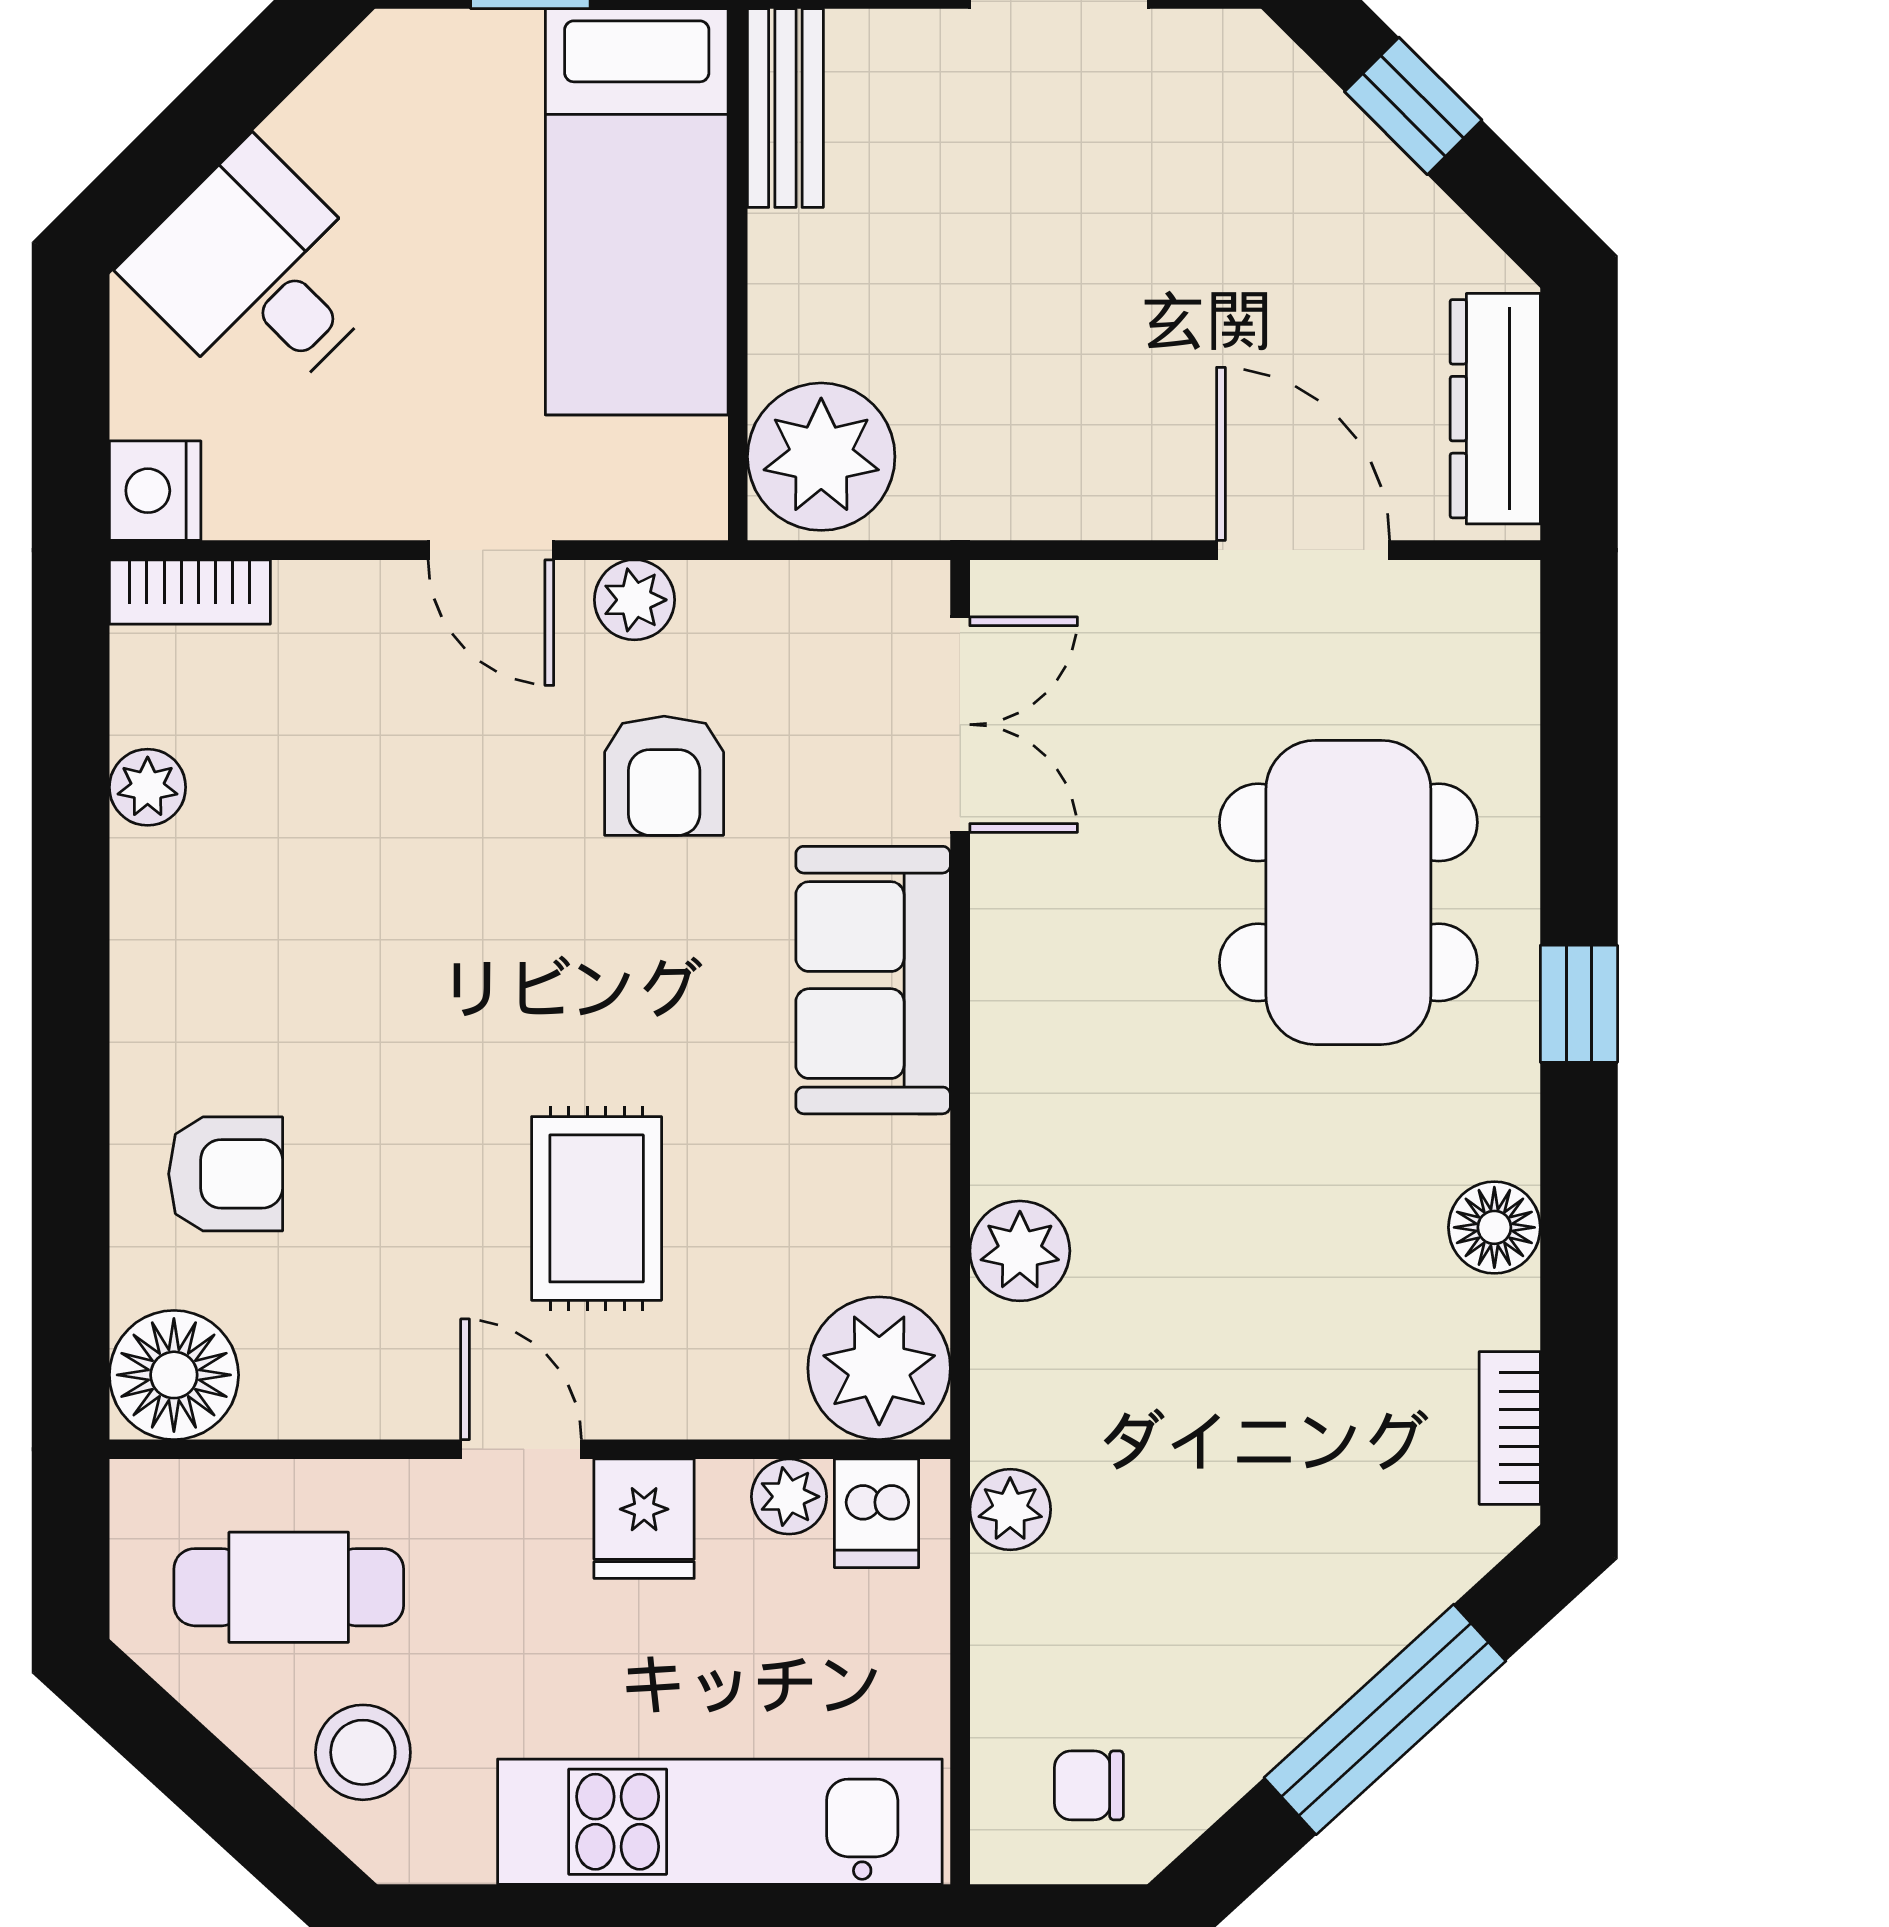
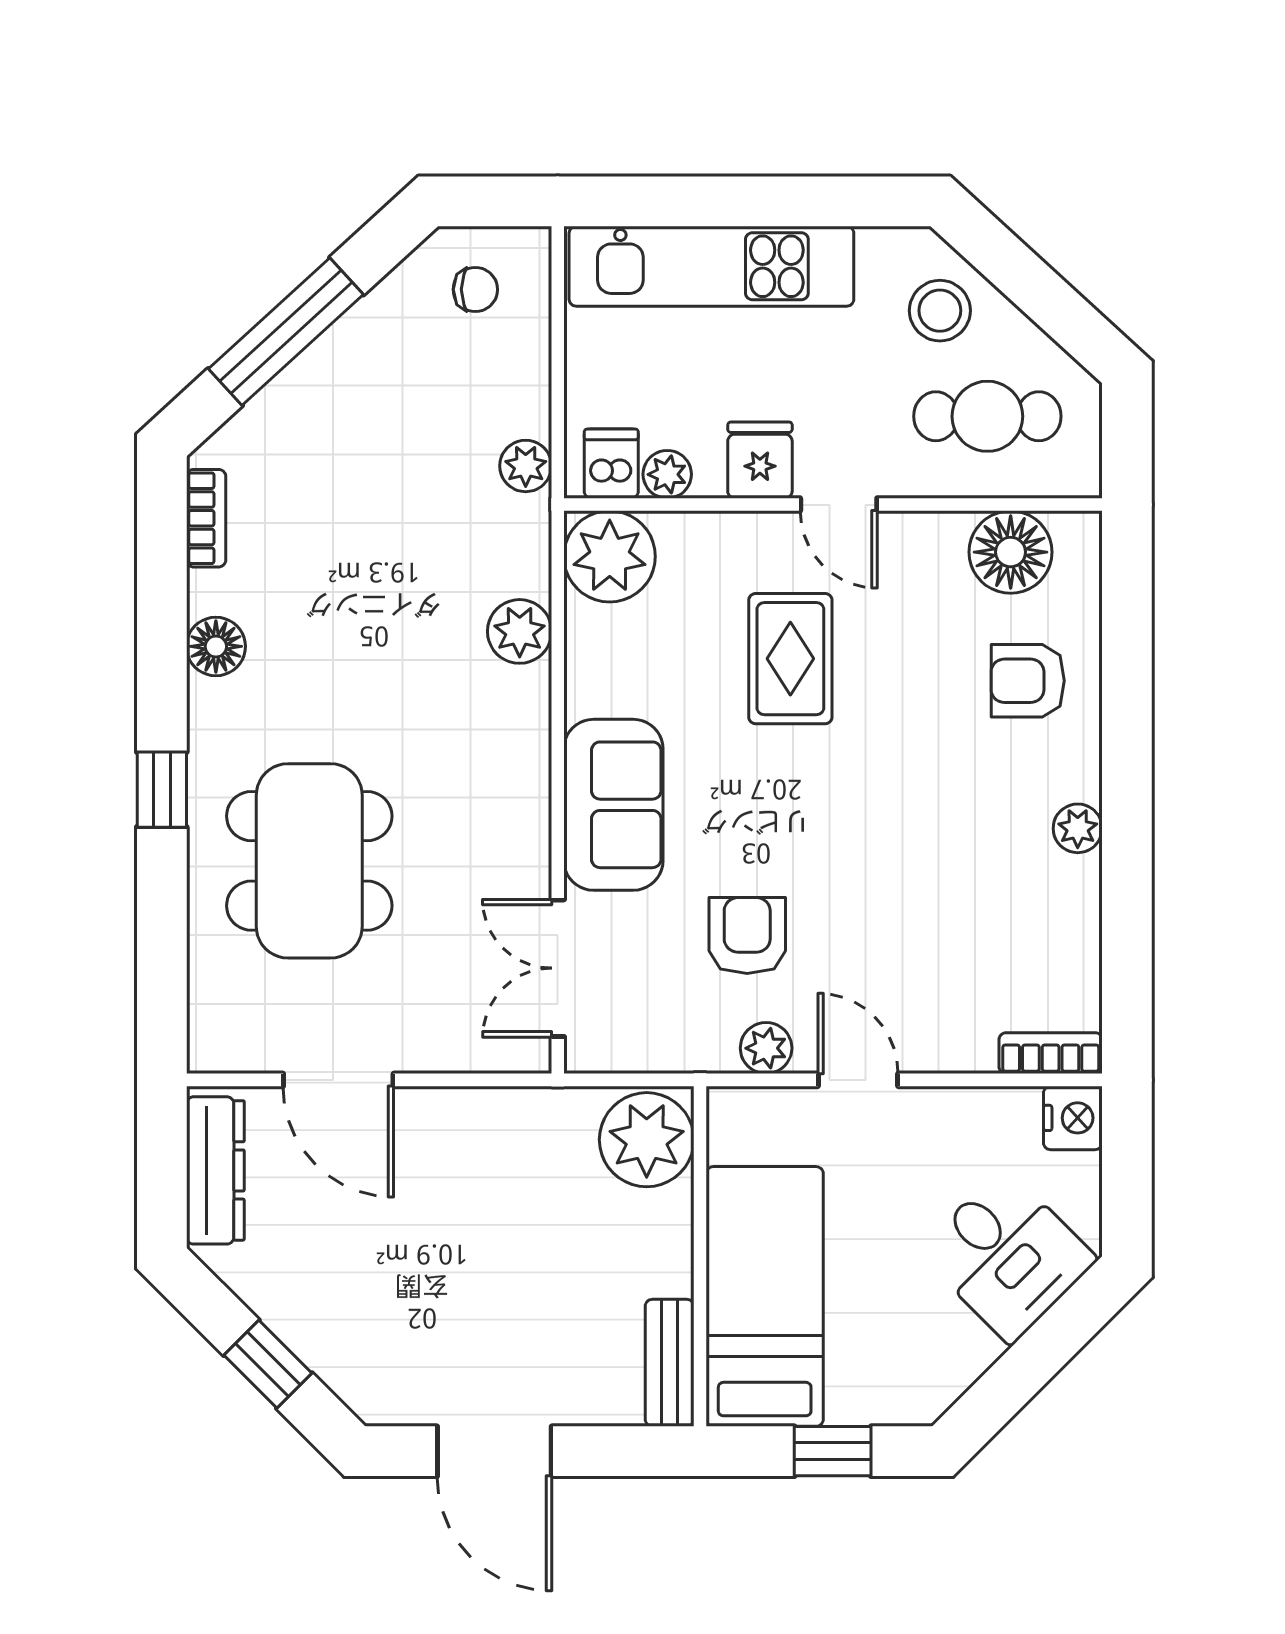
plant: (148, 787) -> (1078, 828), moved
floor lamp: (174, 1375) -> (1011, 552), moved

